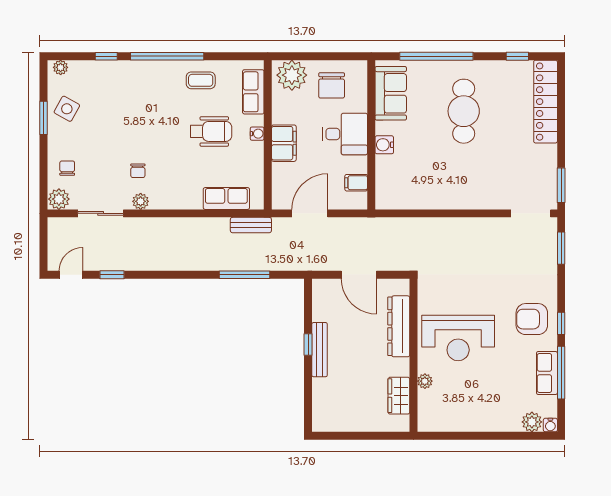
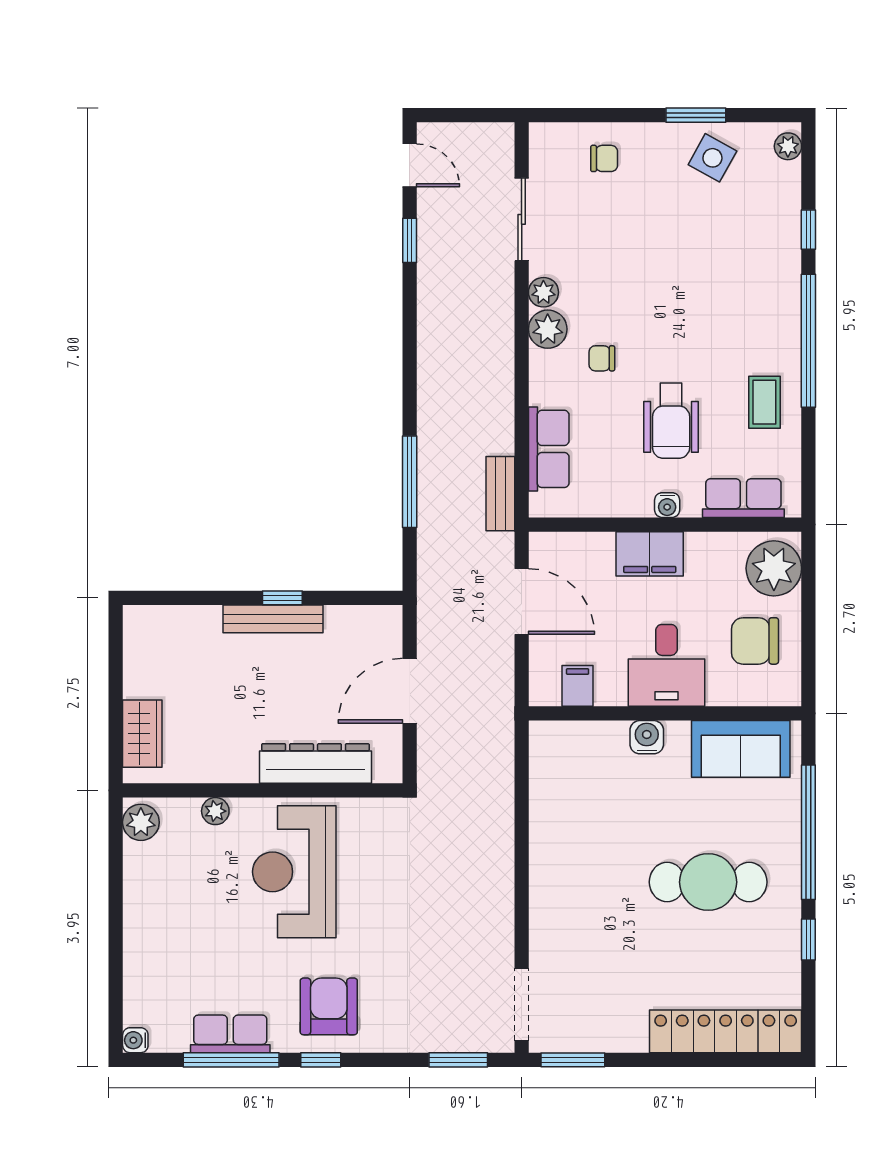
window: (517, 56) -> (808, 939), moved
chair: (138, 171) -> (602, 358), moved
plant: (59, 199) -> (548, 329), moved
wardrobe: (399, 396) -> (142, 734), moved, turned 90
plant: (532, 422) -> (141, 822), moved

